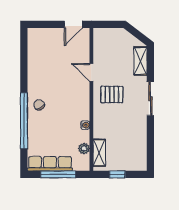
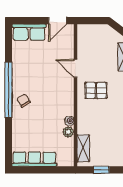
row of seats: (45, 36) -> (29, 32), added
window: (24, 121) -> (9, 90), moved
plant: (84, 148) -> (68, 132), moved
window: (58, 174) -> (43, 170), removed

